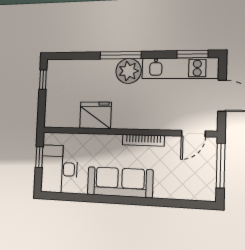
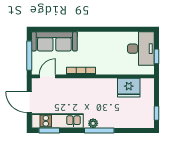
plant: (129, 71) -> (93, 123), width x0.53, depth x0.53
fridge: (96, 115) -> (129, 88), moved
sofa: (120, 182) -> (54, 41), moved

